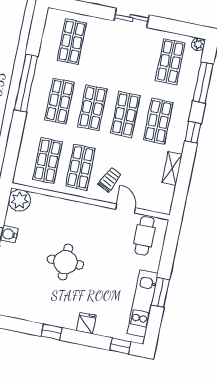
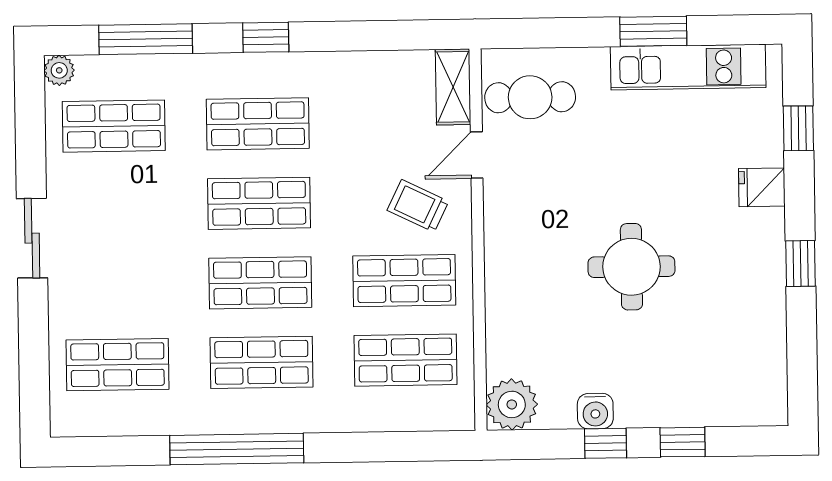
shelving: (172, 168) -> (453, 87), moved, turned 90
window: (120, 346) -> (798, 128), moved

